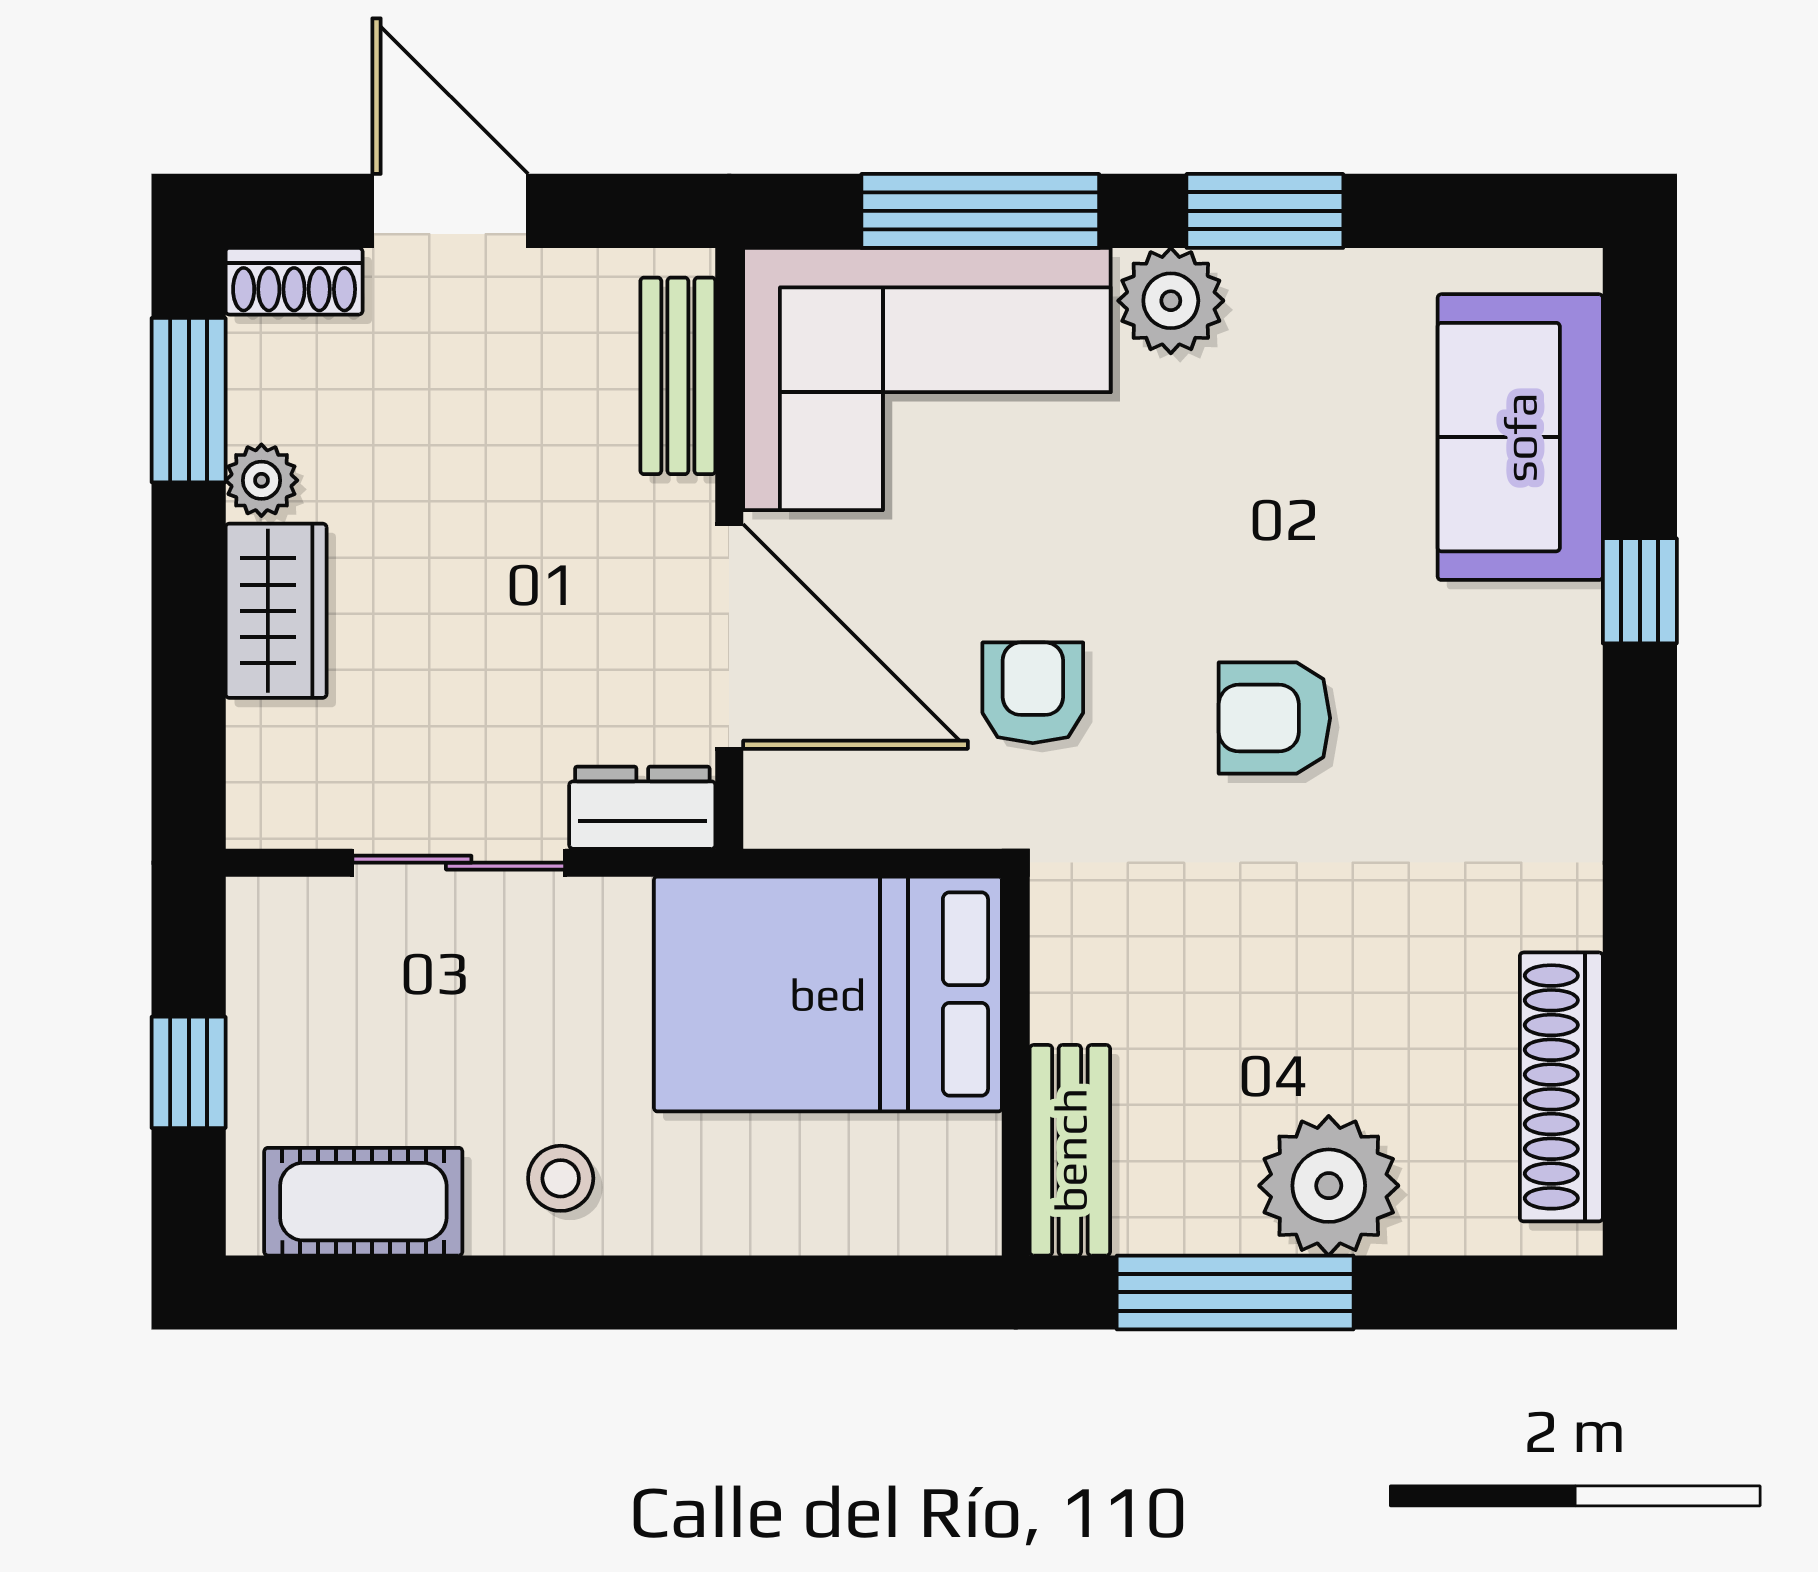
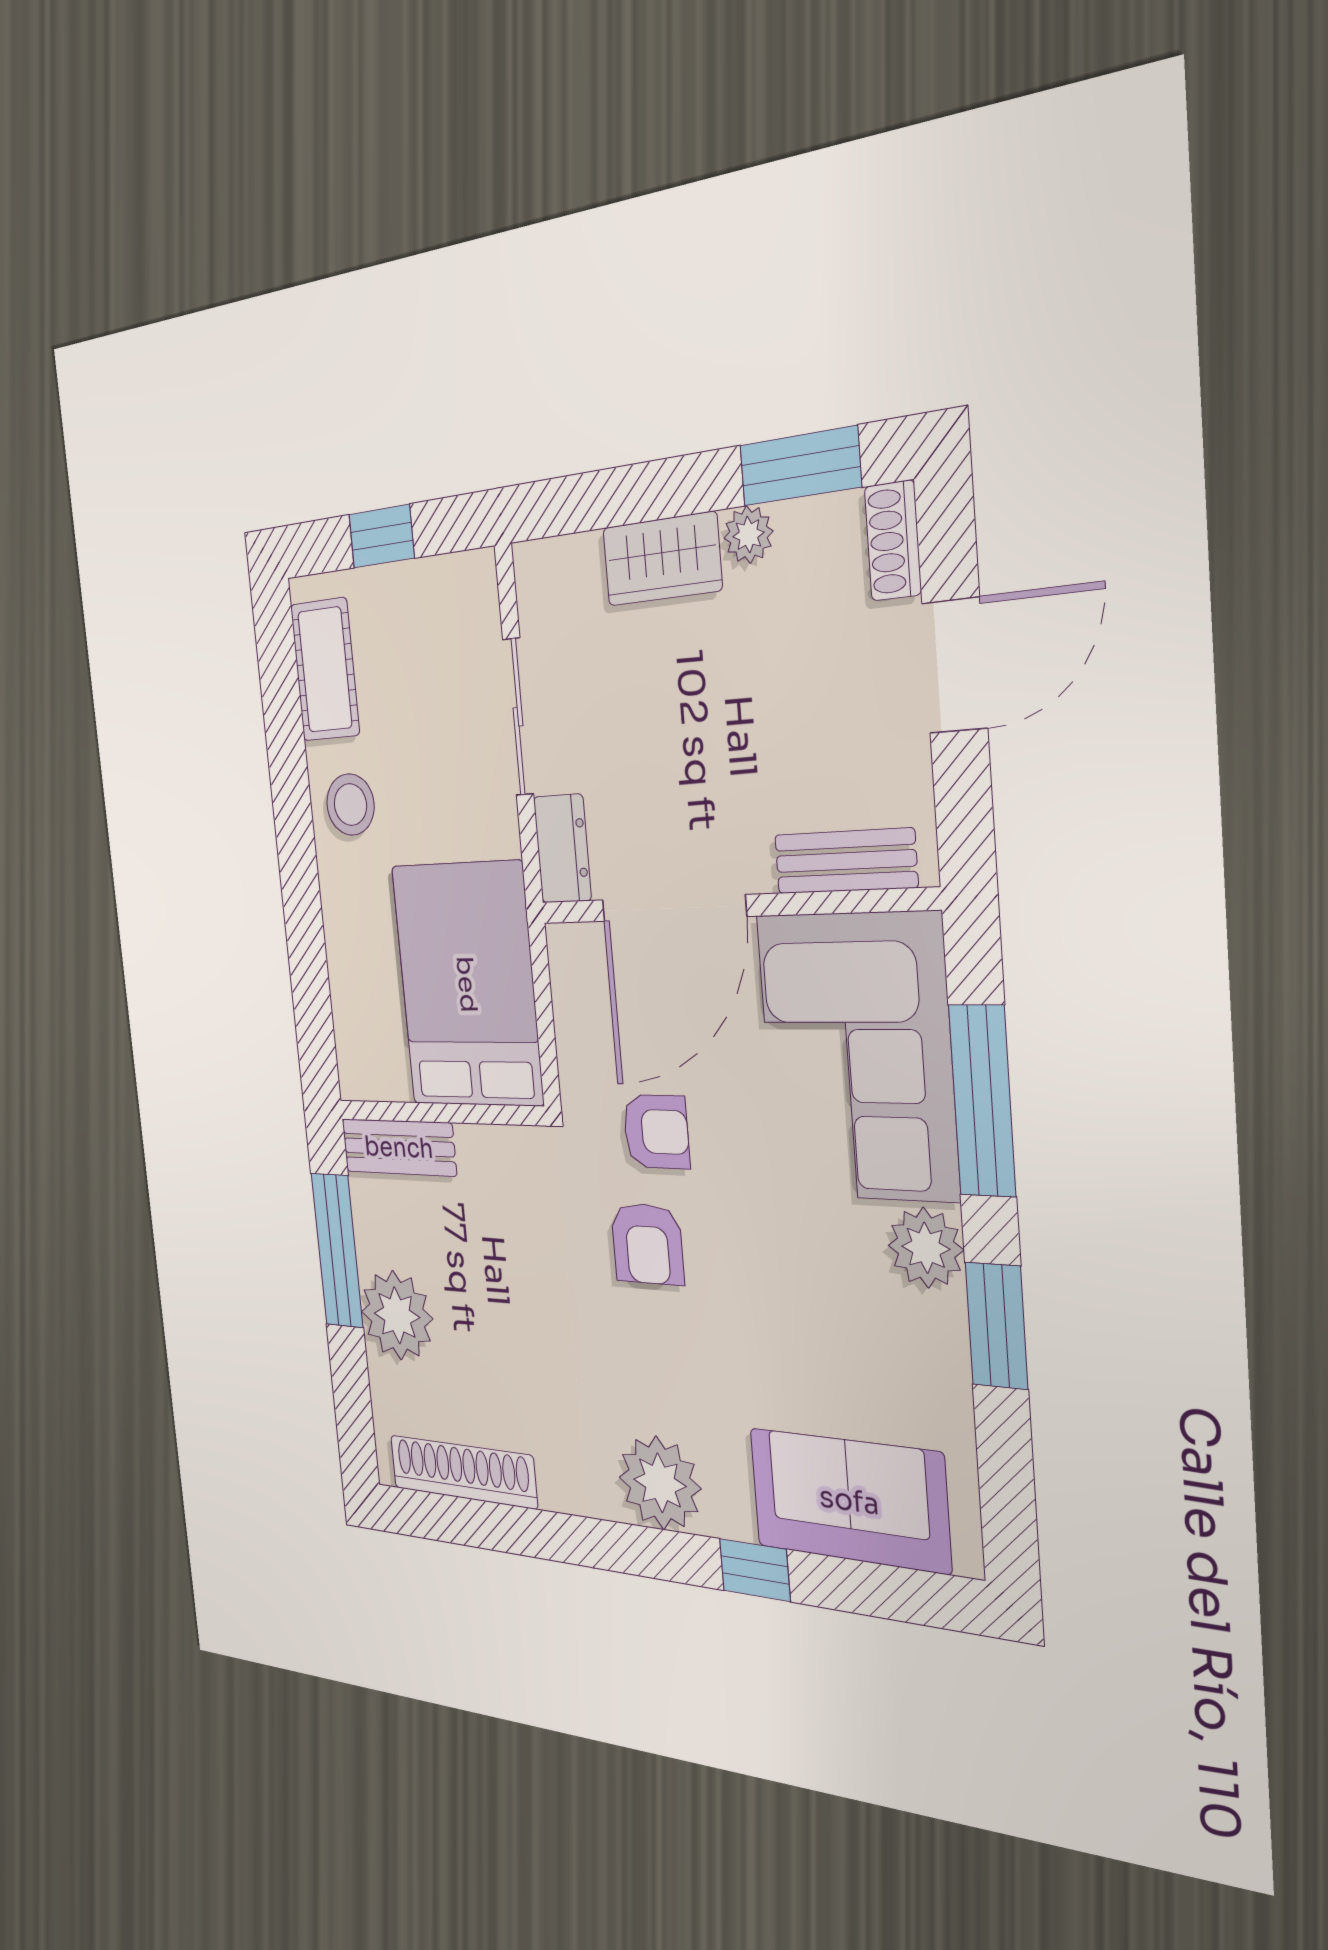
armchair: (1274, 718) -> (647, 1244), moved, turned 180
plant: (1534, 735) -> (660, 1483), added
stool: (561, 1178) -> (350, 805), width x1.37, depth x1.37

